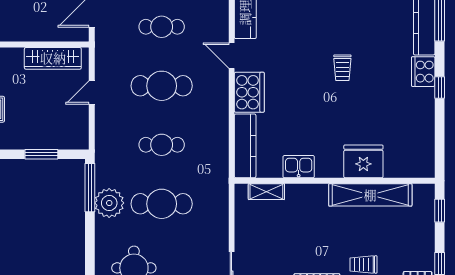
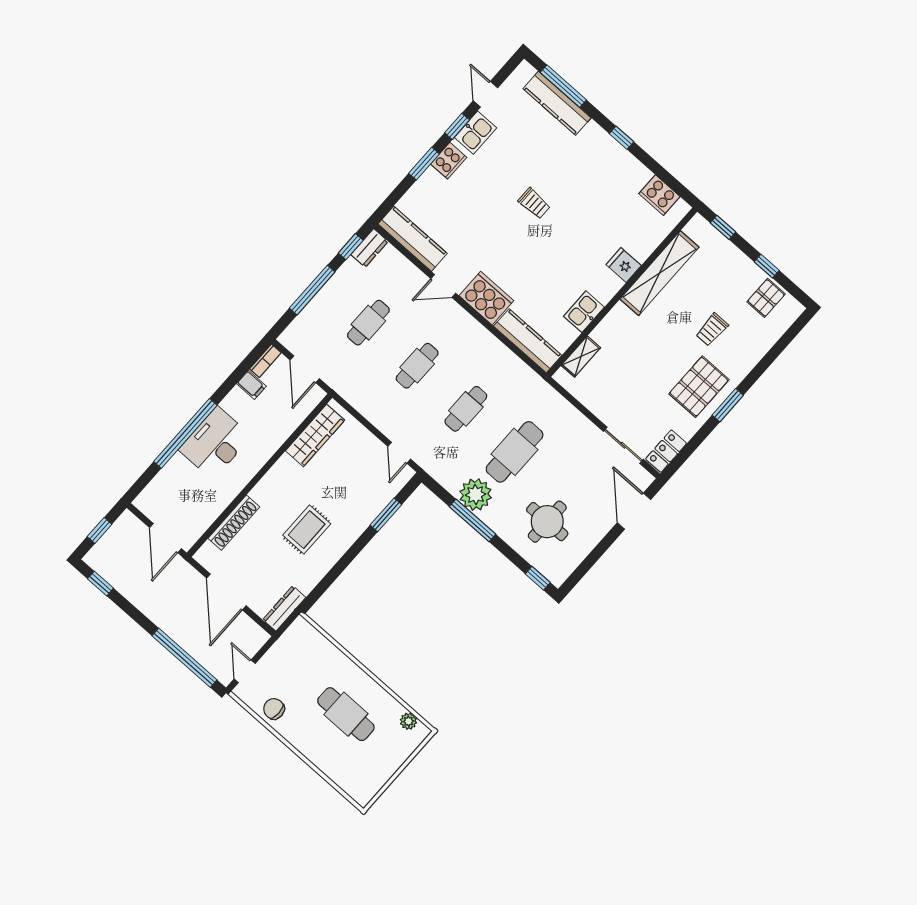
cooker: (423, 72) -> (659, 195), moved
cafe table: (162, 86) -> (417, 366), width x0.73, depth x0.74
door: (92, 92) -> (399, 453), moved
fridge: (363, 161) -> (624, 265), width x0.53, depth x0.75
window: (90, 188) -> (472, 520), moved

